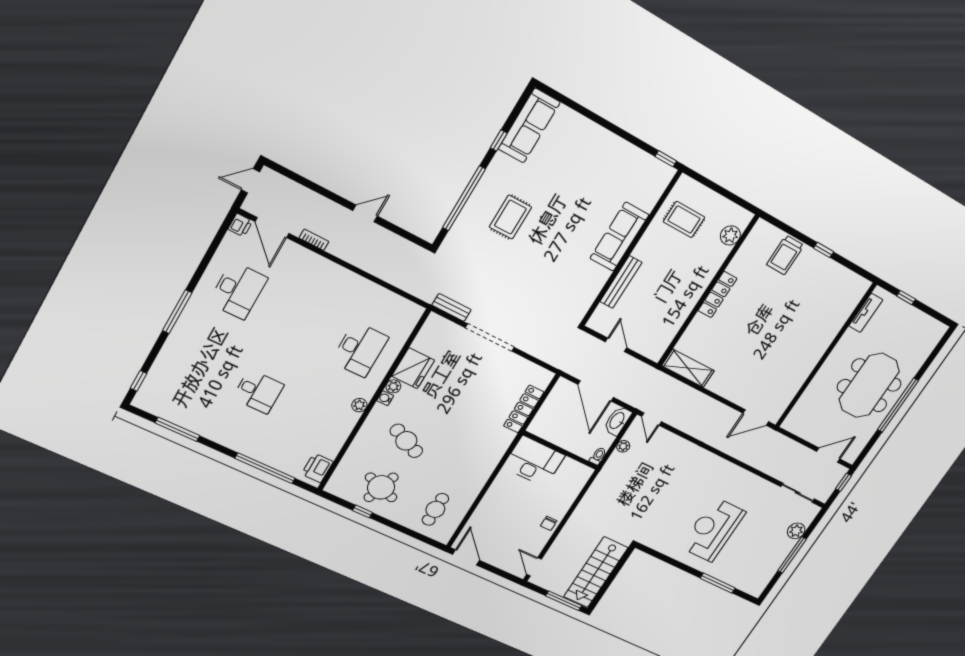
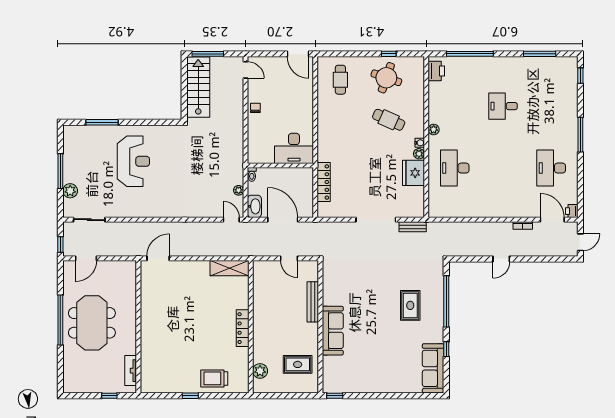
trolley: (785, 255) -> (214, 378), turned -90

